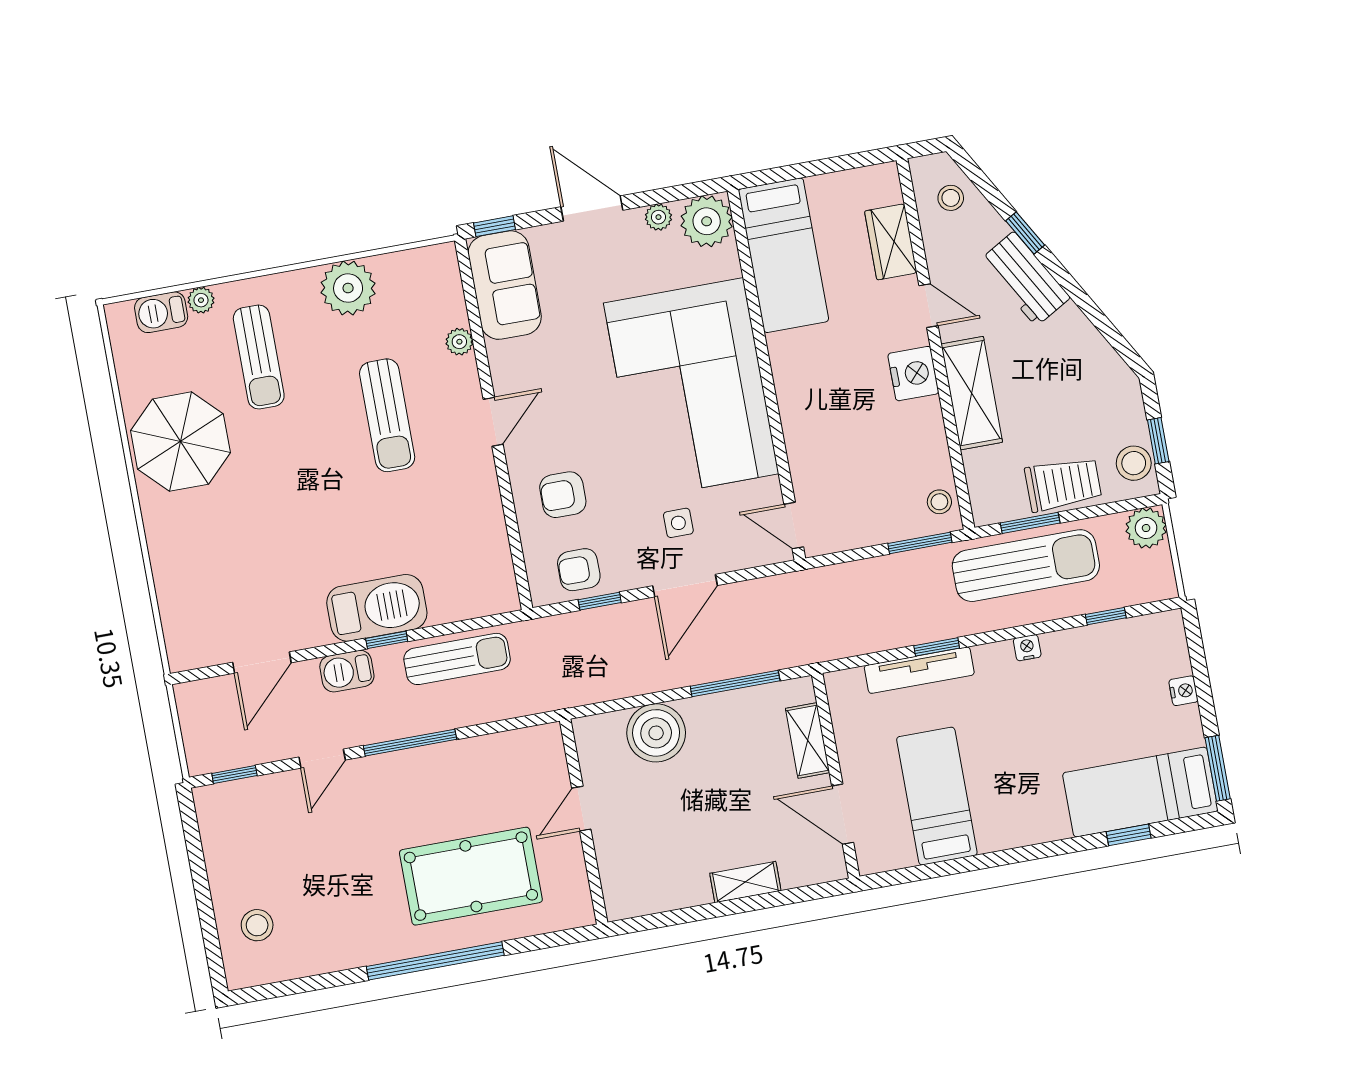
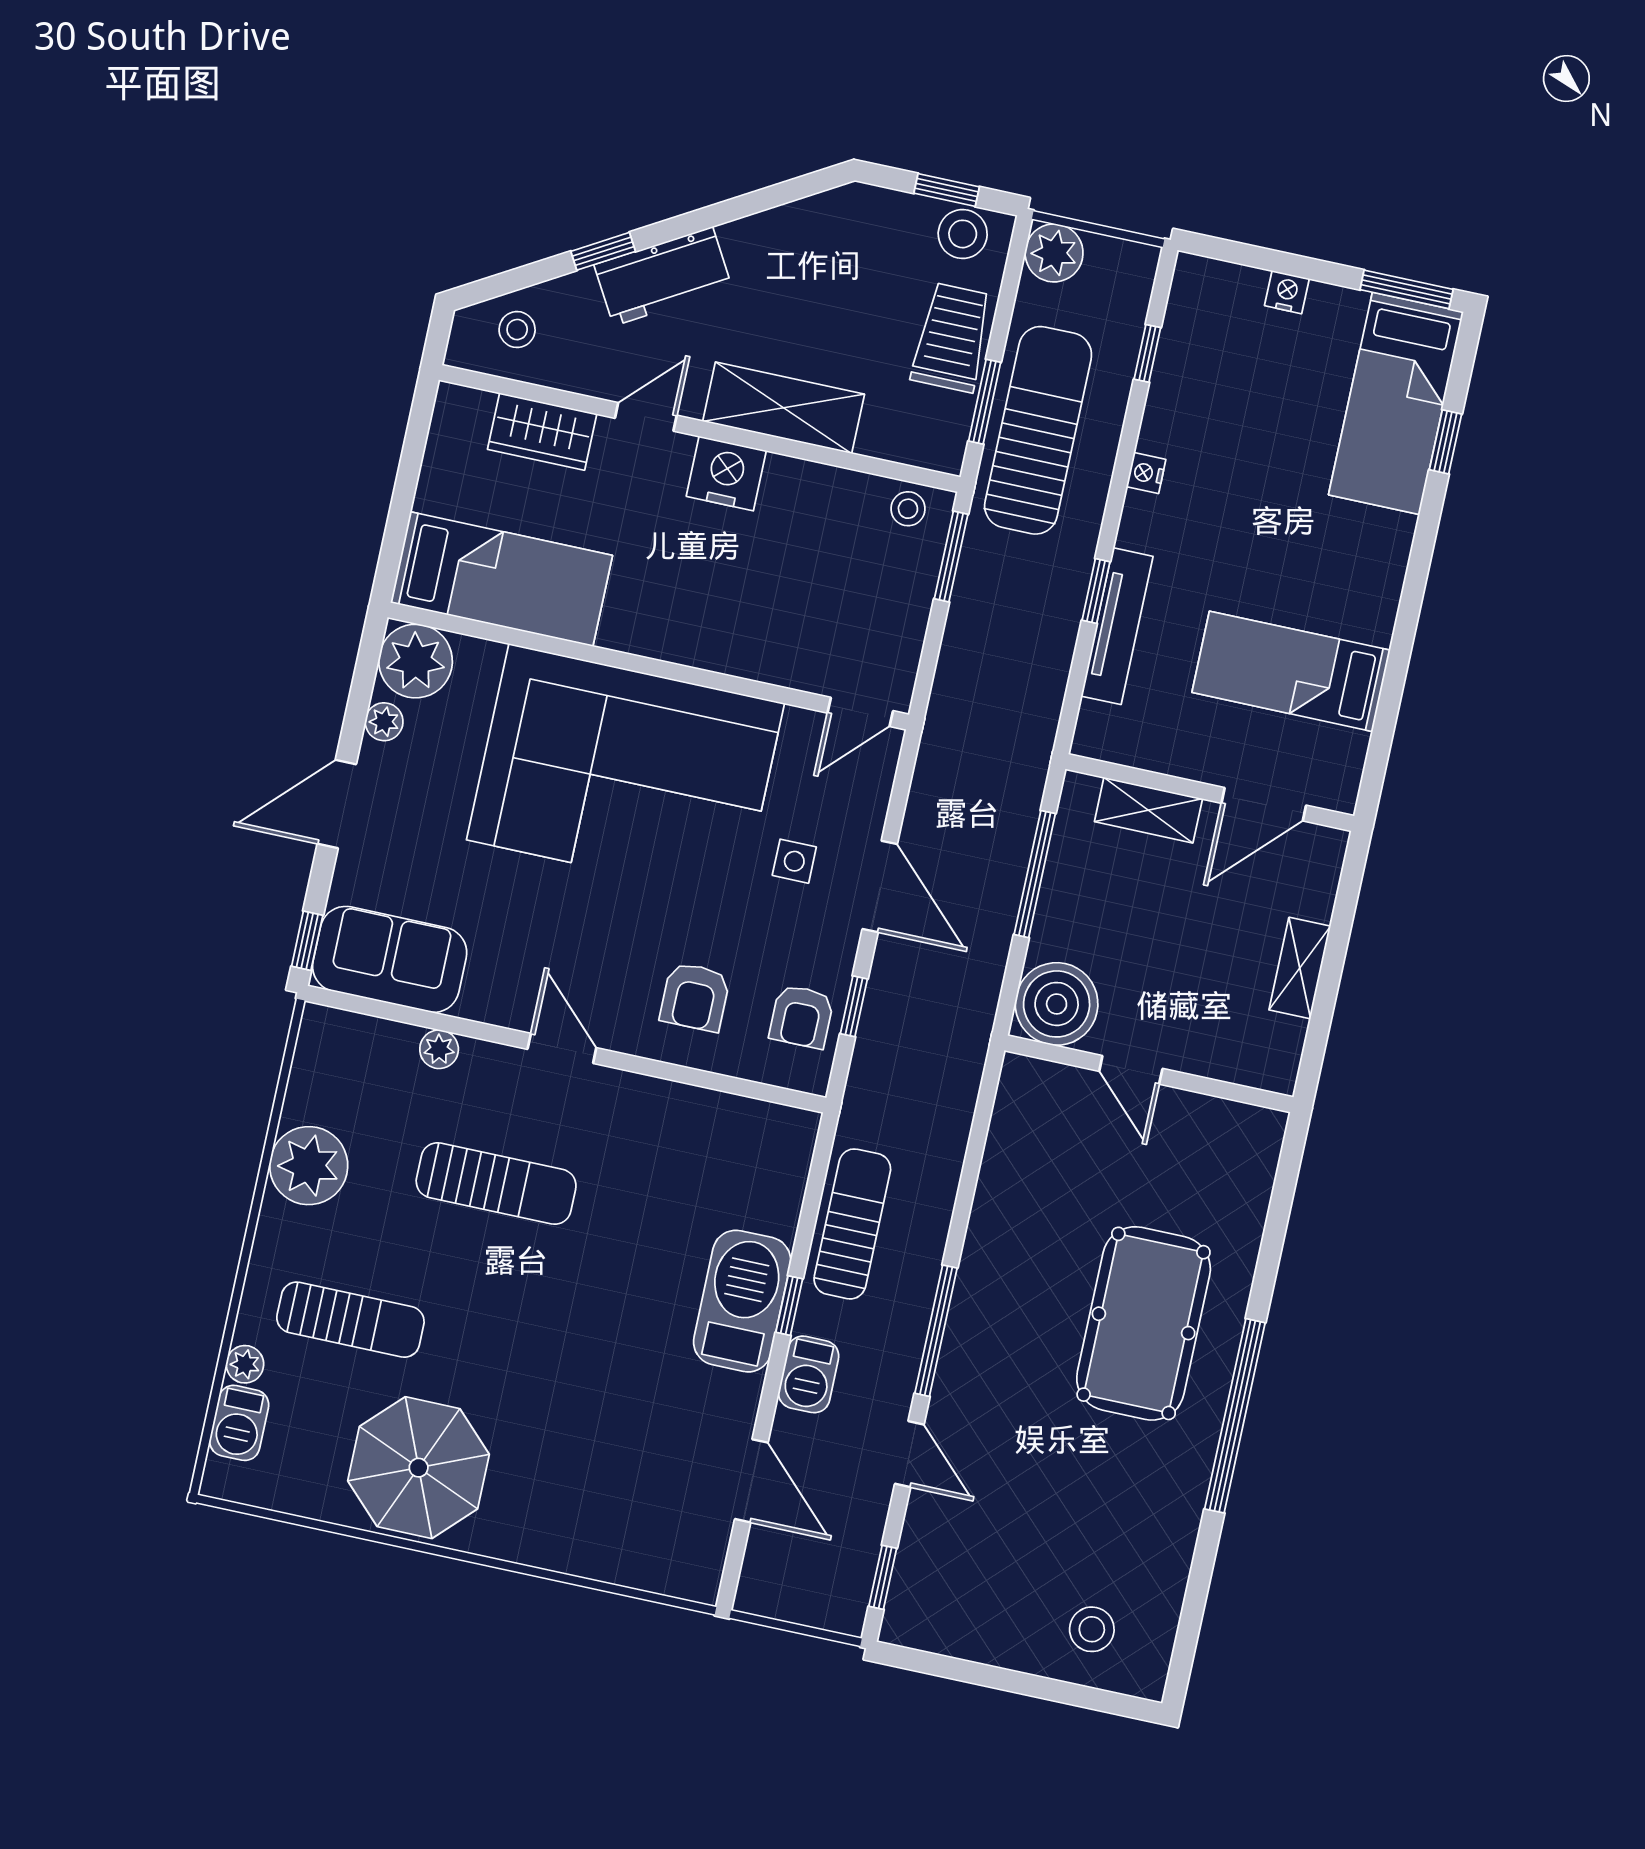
door: (581, 809) -> (1131, 1070), moved
wall: (584, 822) -> (1149, 1074), moved

